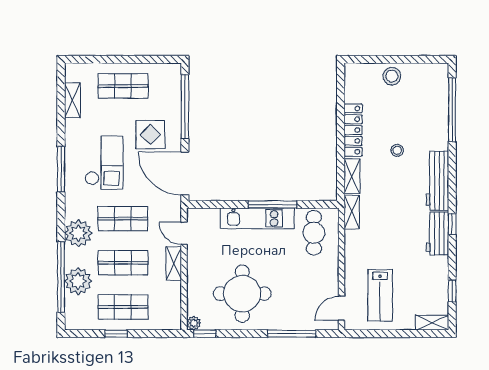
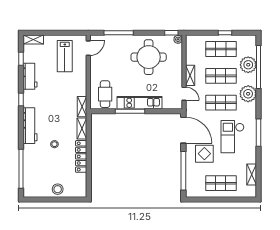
workbench: (437, 233) -> (30, 76), moved
lab bench: (380, 295) -> (65, 56), turned 180

